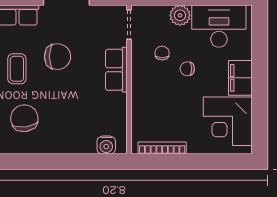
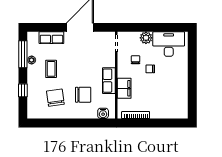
chair: (57, 57) -> (83, 95), moved
row of seats: (116, 70) -> (109, 81), moved
filing cabinet: (240, 78) -> (124, 88), moved, turned 180
corner desk: (228, 121) -> (174, 99), removed

